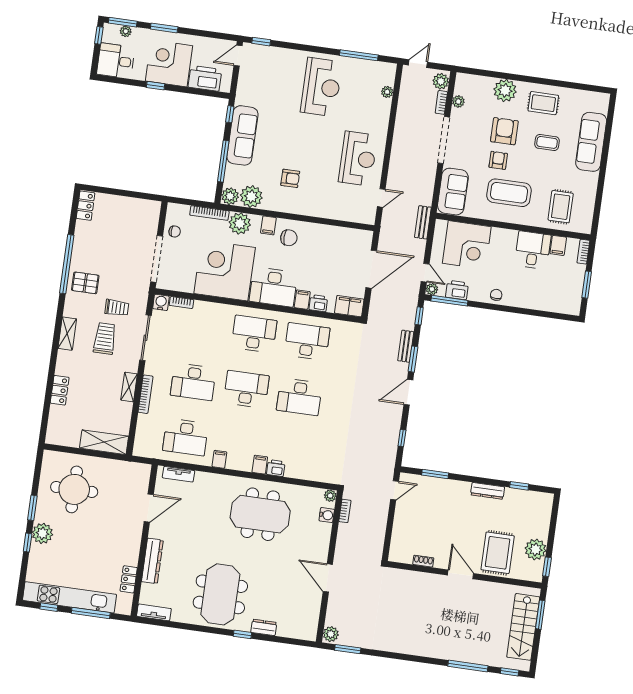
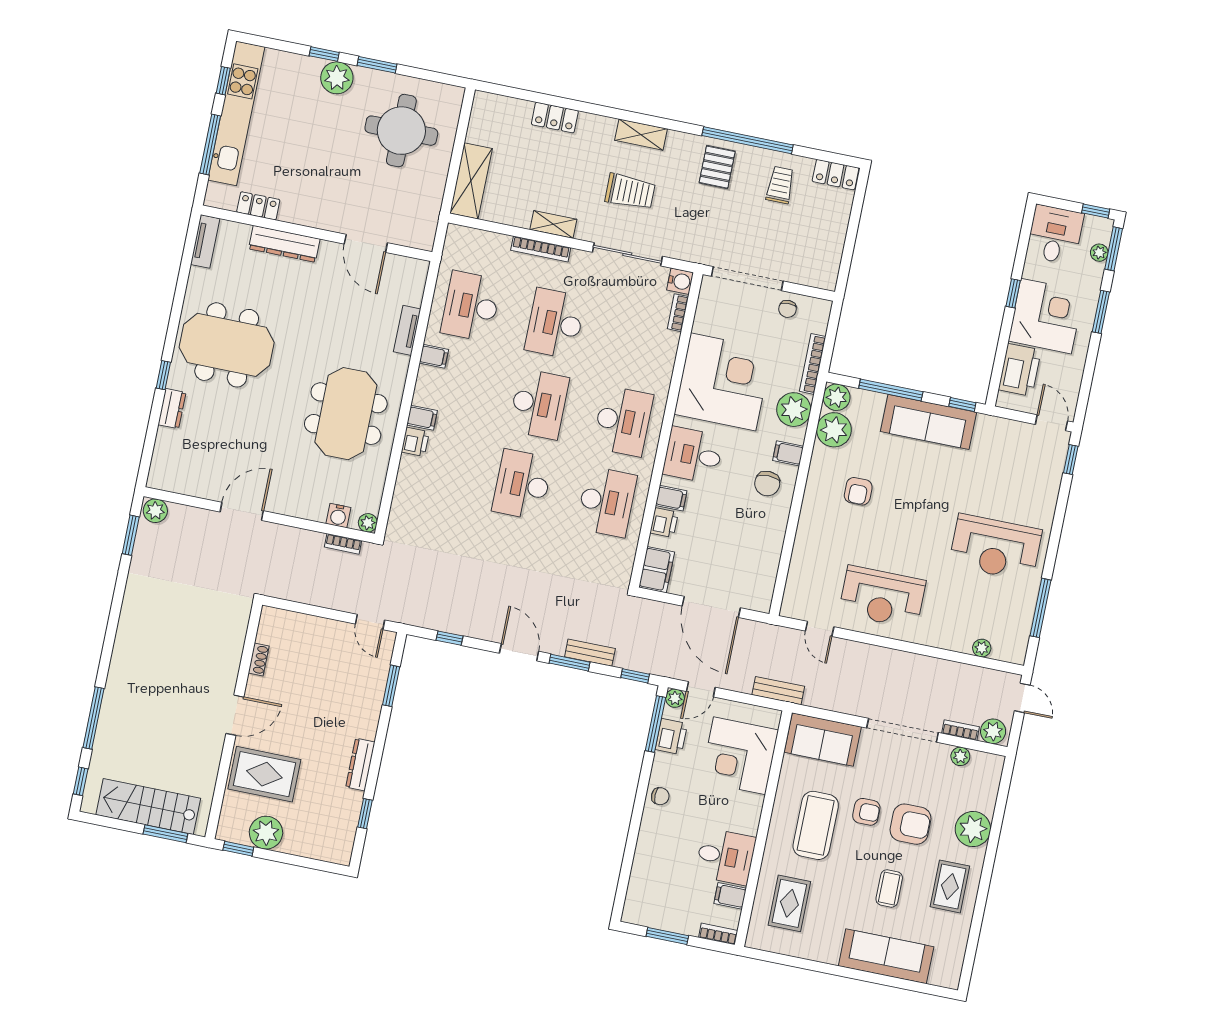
rug: (561, 207) -> (789, 903), turned 90
desk: (273, 287) -> (693, 455), width x0.73
trolley: (117, 308) -> (780, 185), moved, turned 180
tv unit: (178, 474) -> (407, 330), moved

